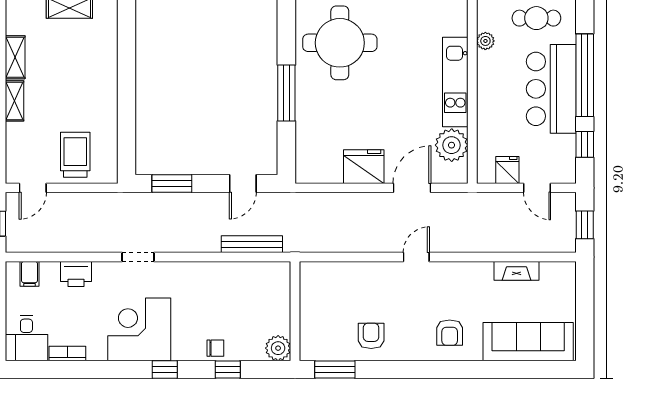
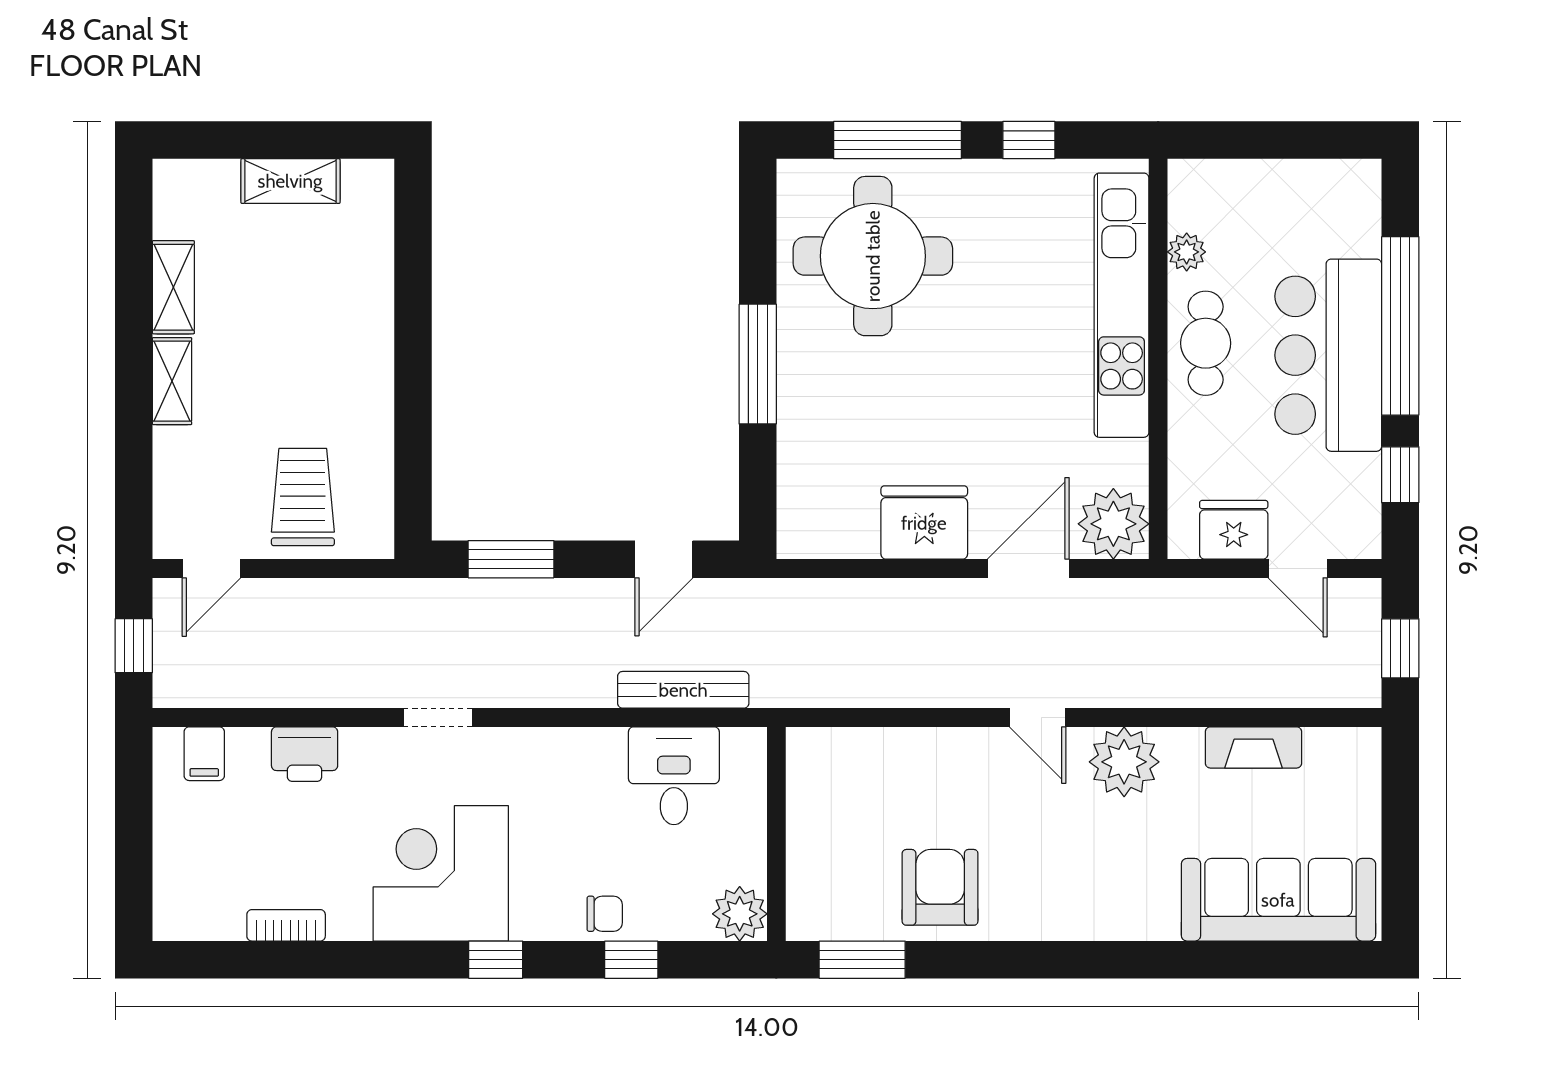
cafe table: (536, 18) -> (1206, 343), moved, turned 90
kitchen unit: (455, 82) -> (1122, 305), width x1.36
plant: (452, 145) -> (1113, 524), moved
fridge: (507, 170) -> (1234, 530), width x1.38
door: (416, 257) -> (1038, 718), swing flipped
plant: (456, 278) -> (1124, 762), added
armchair: (450, 333) -> (1109, 880), removed
armchair: (371, 336) -> (940, 887), width x1.38, depth x1.38
desk: (26, 338) -> (674, 776), moved, turned 180

